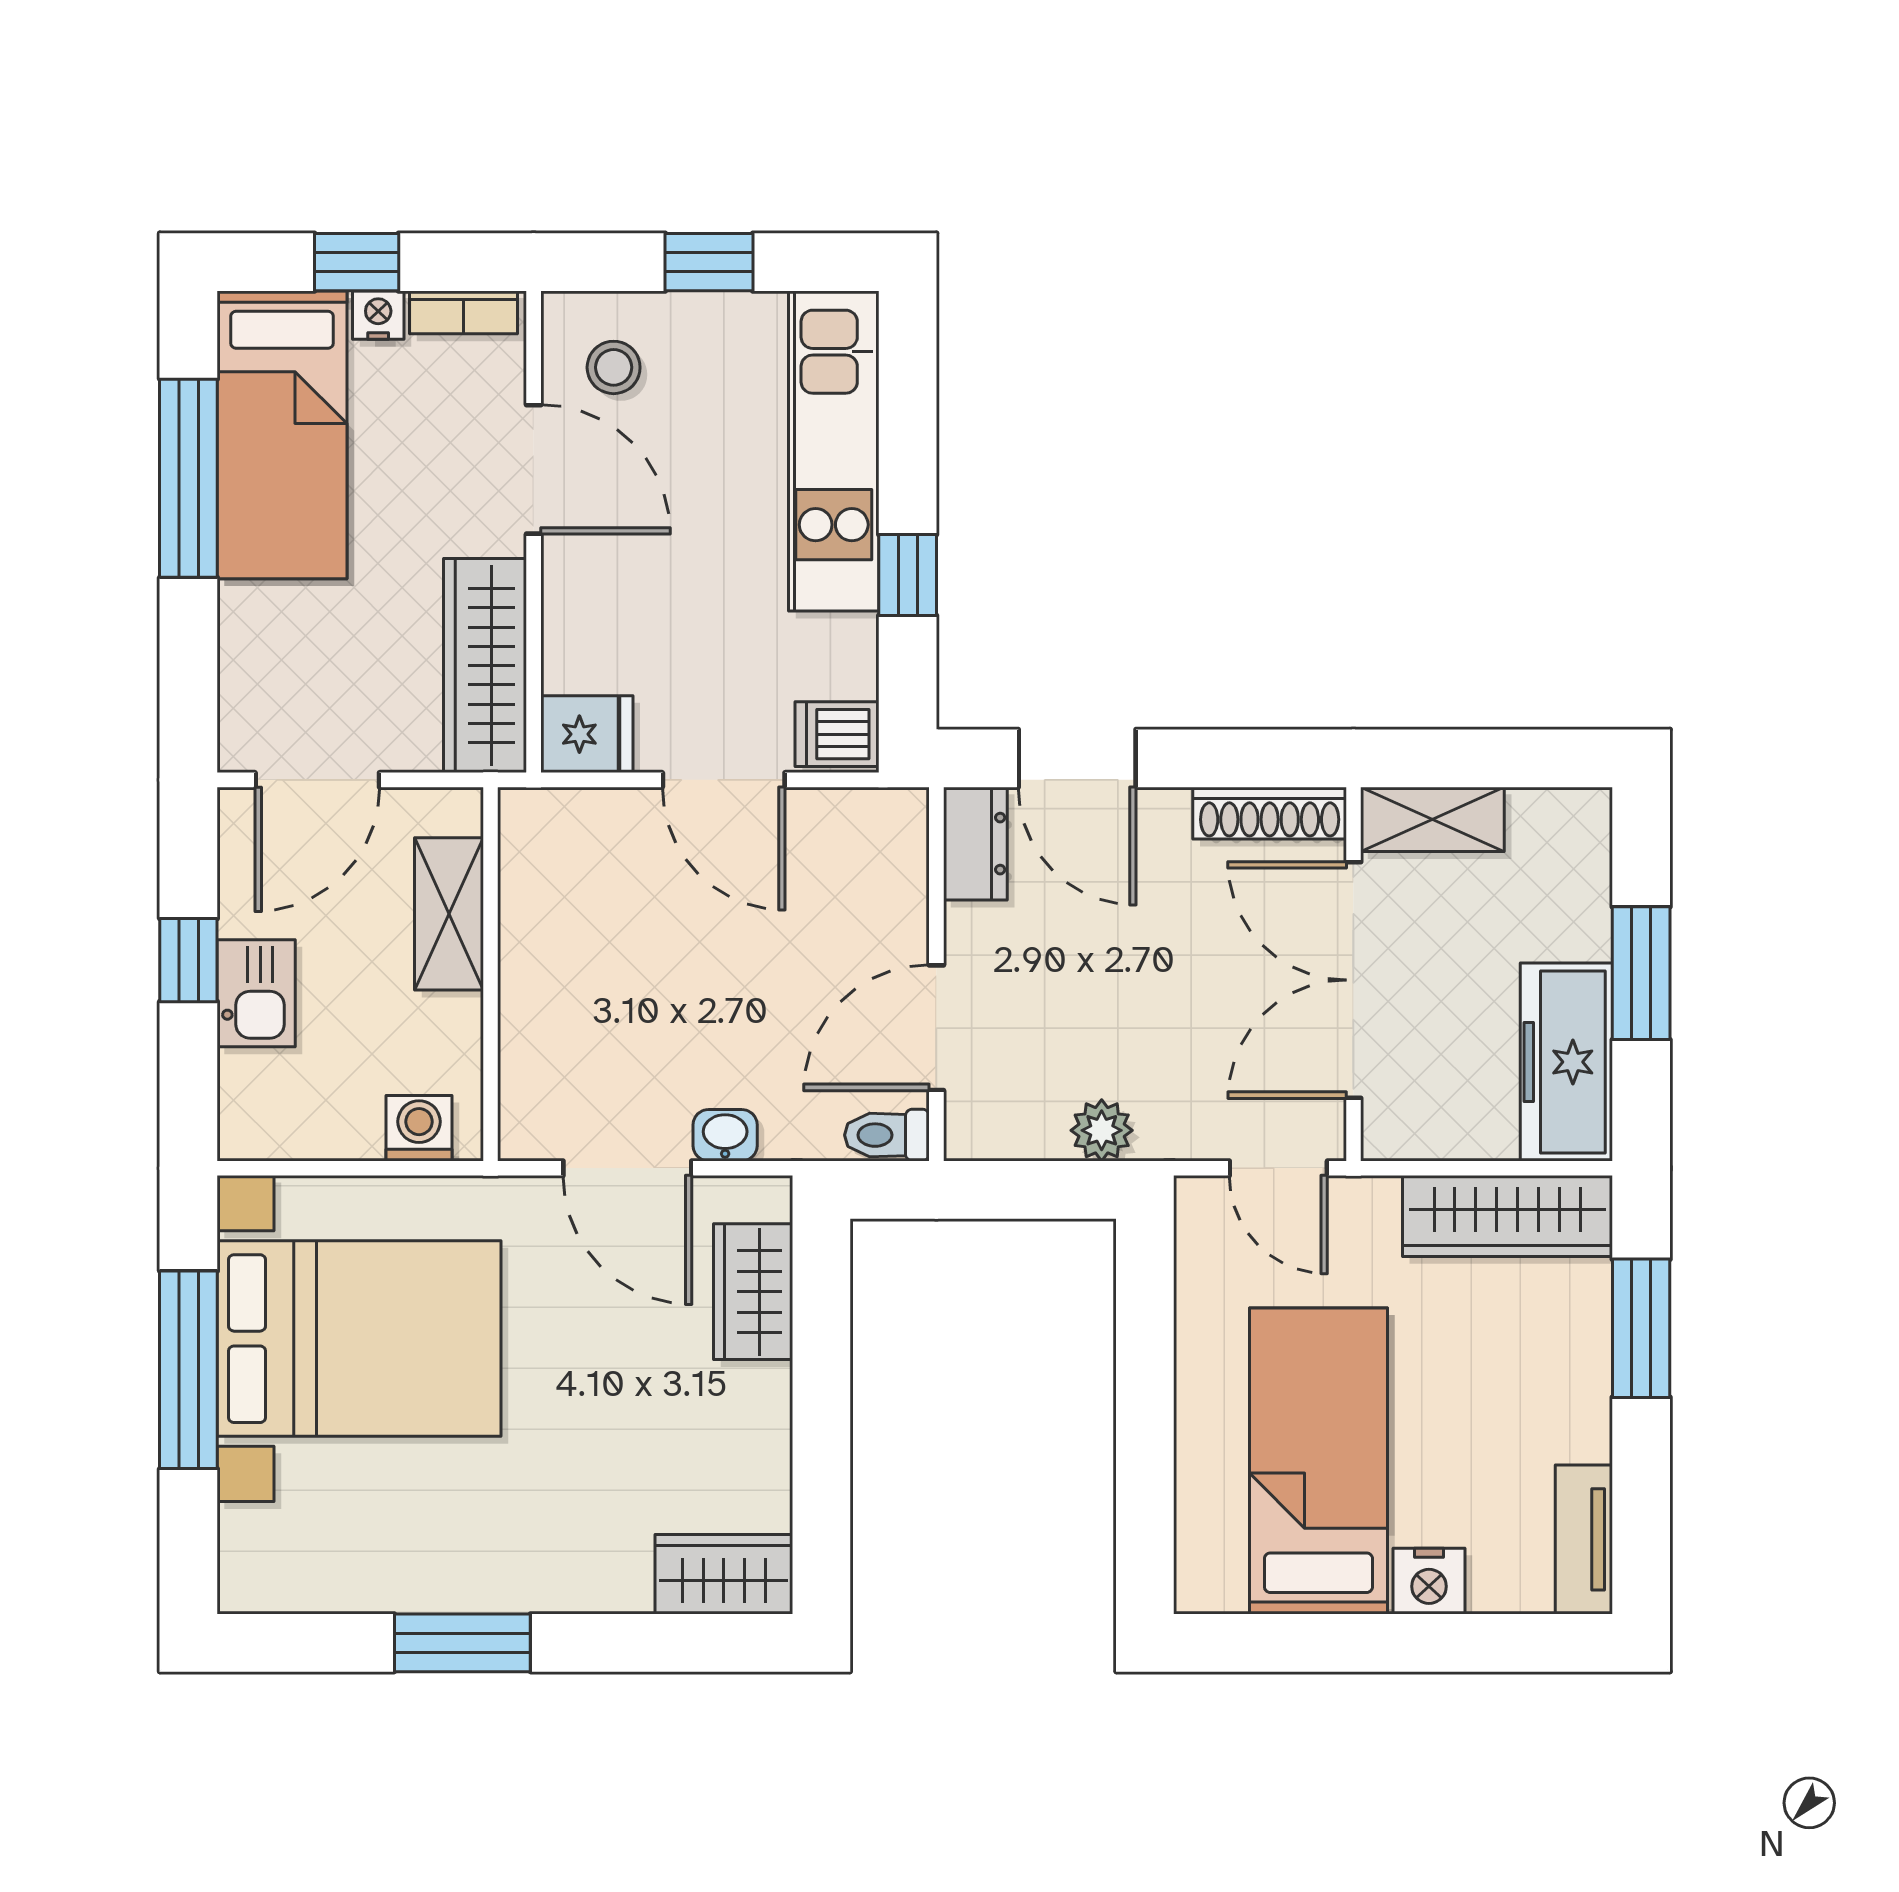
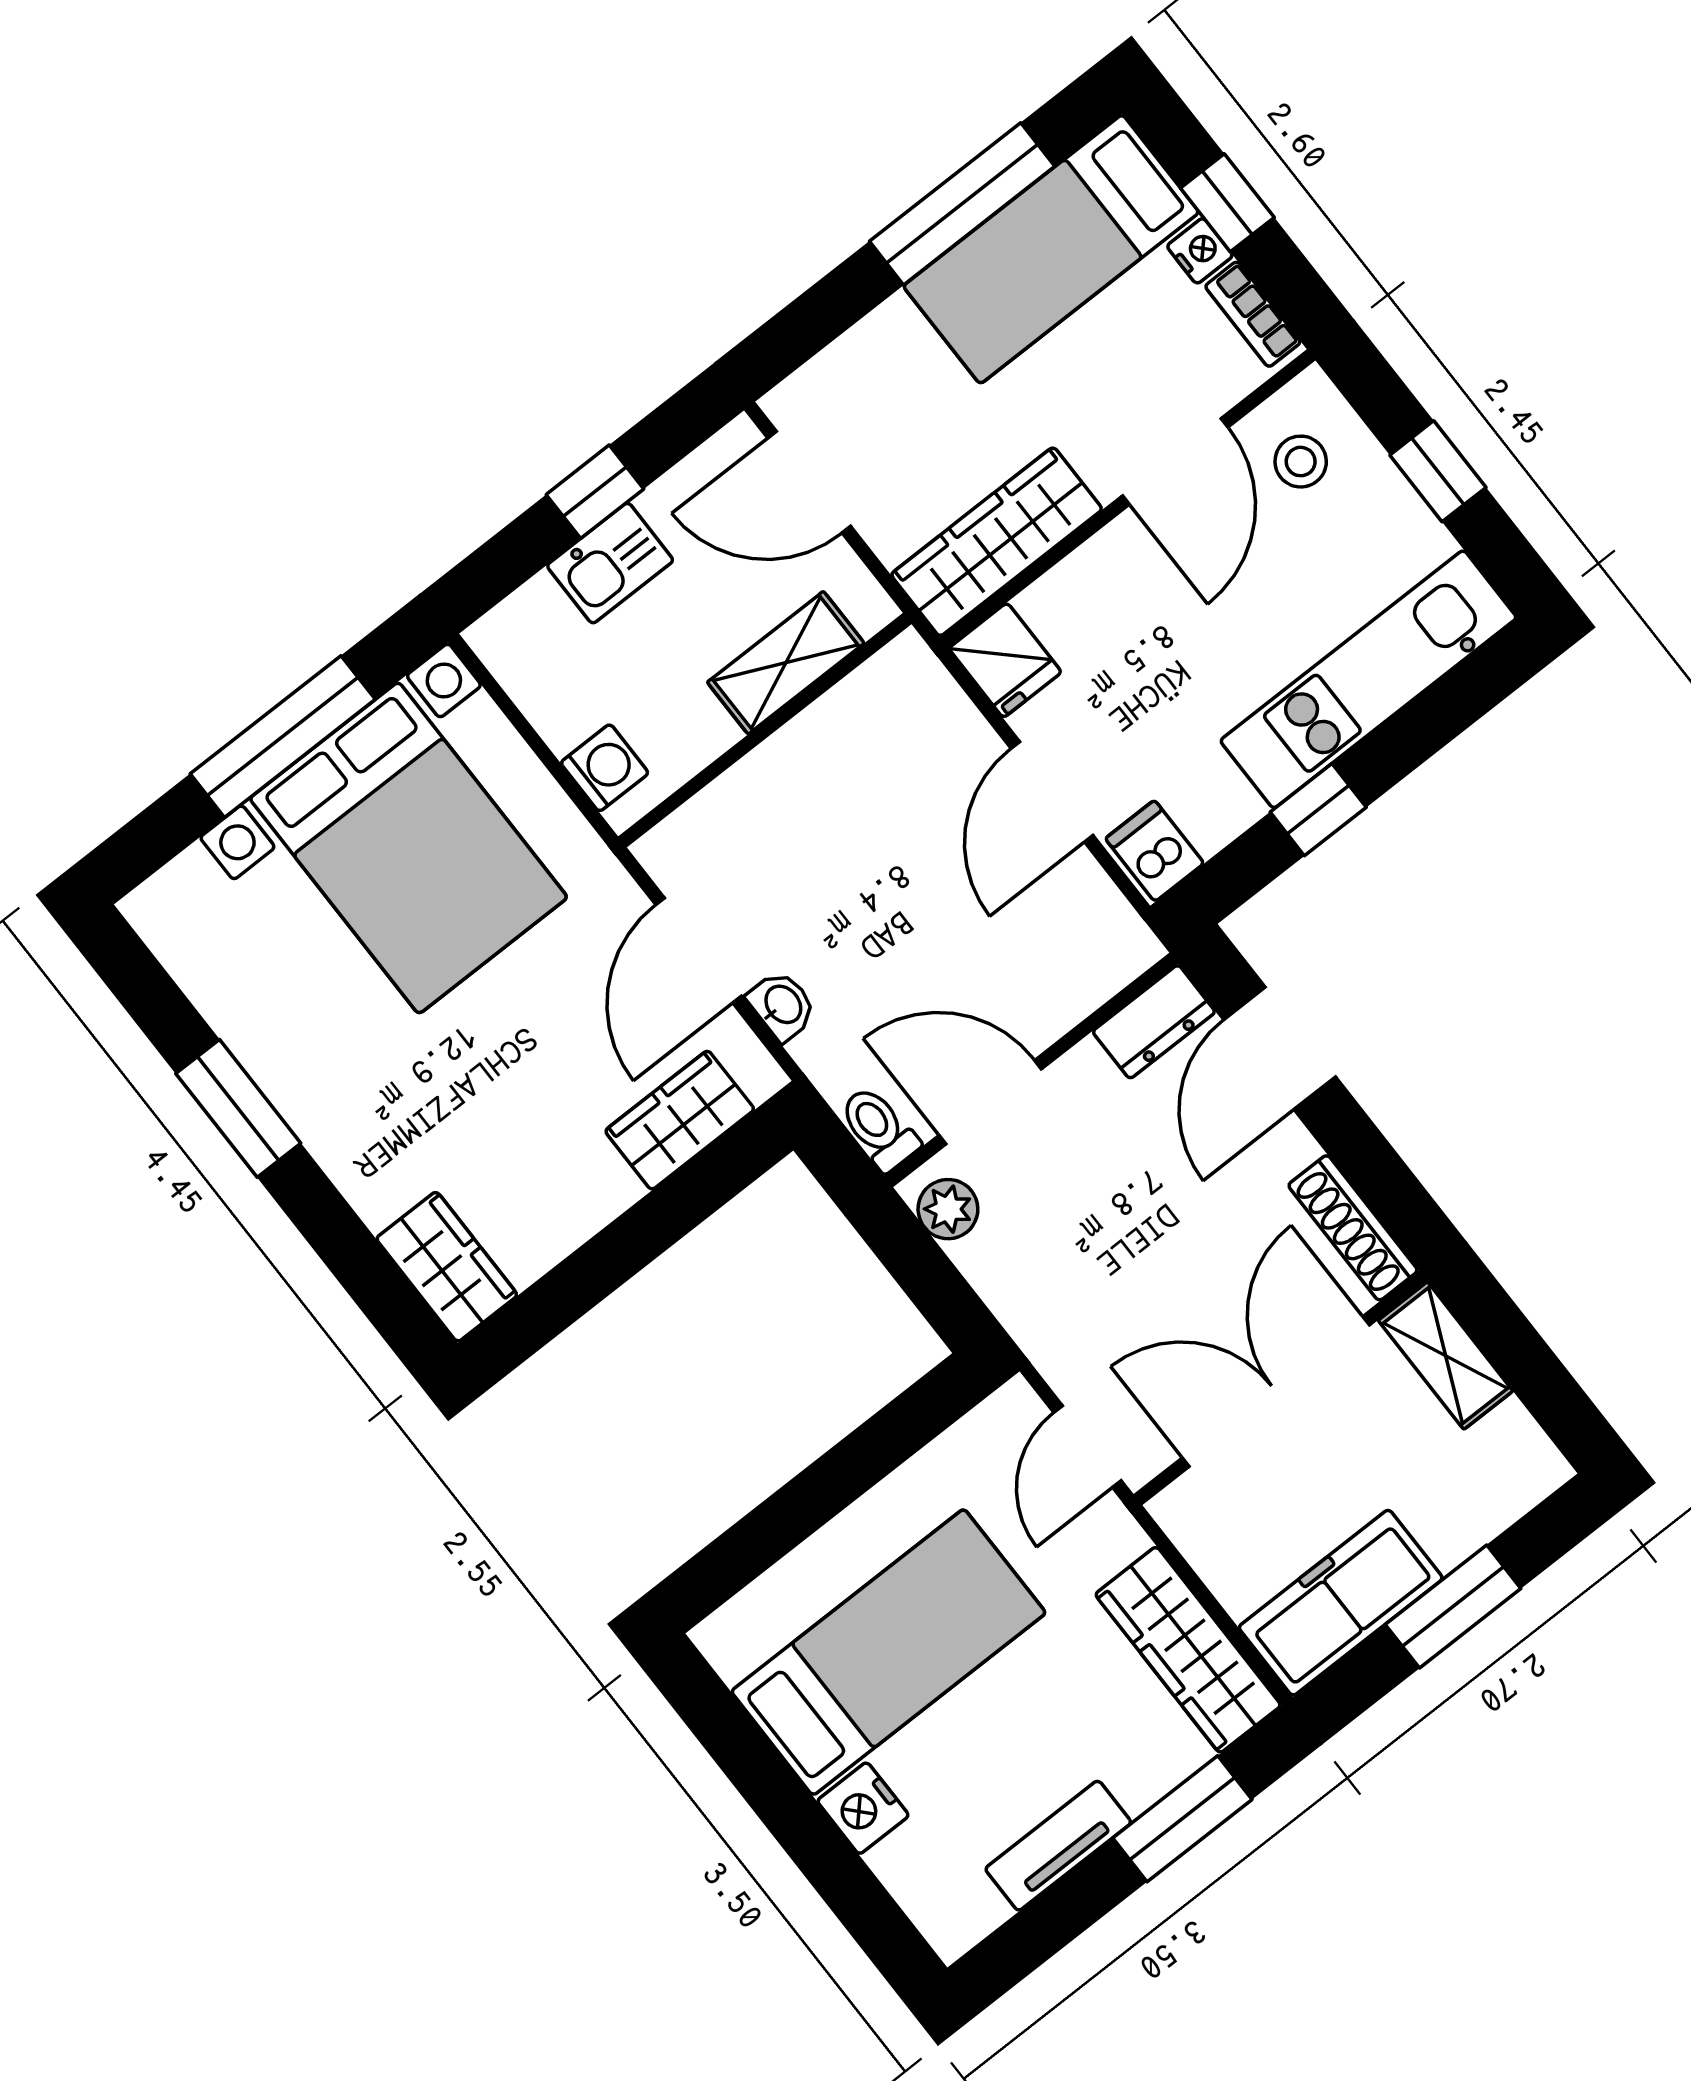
plant: (1102, 1130) -> (948, 1209), moved
tv unit: (1584, 1539) -> (1058, 1846), moved

